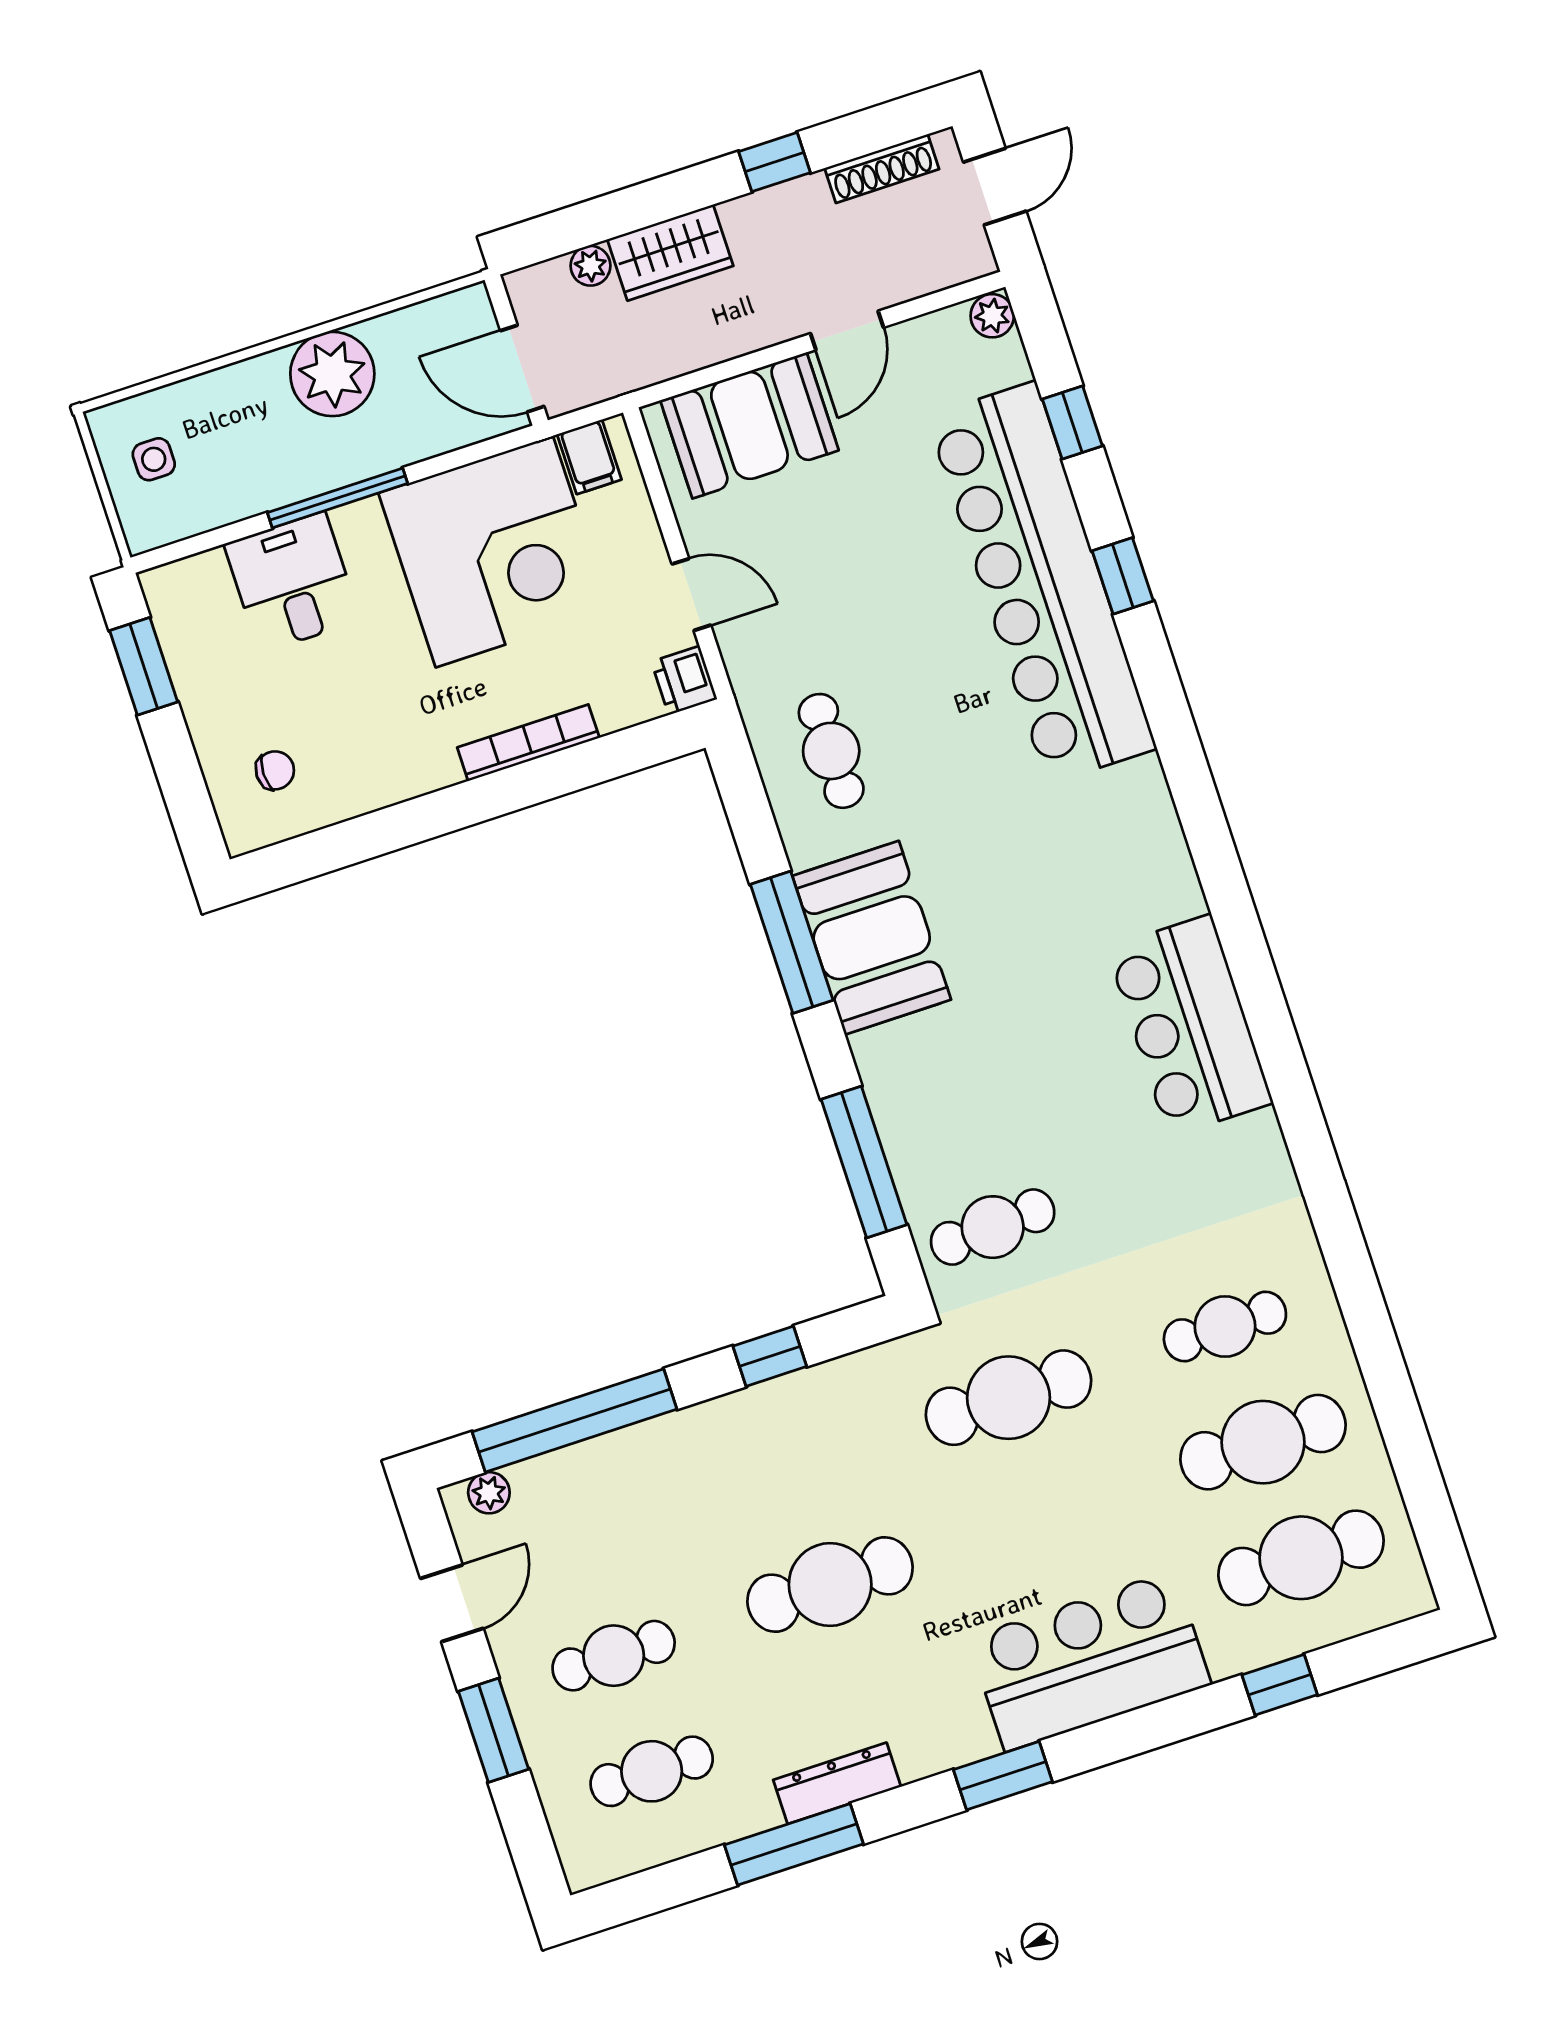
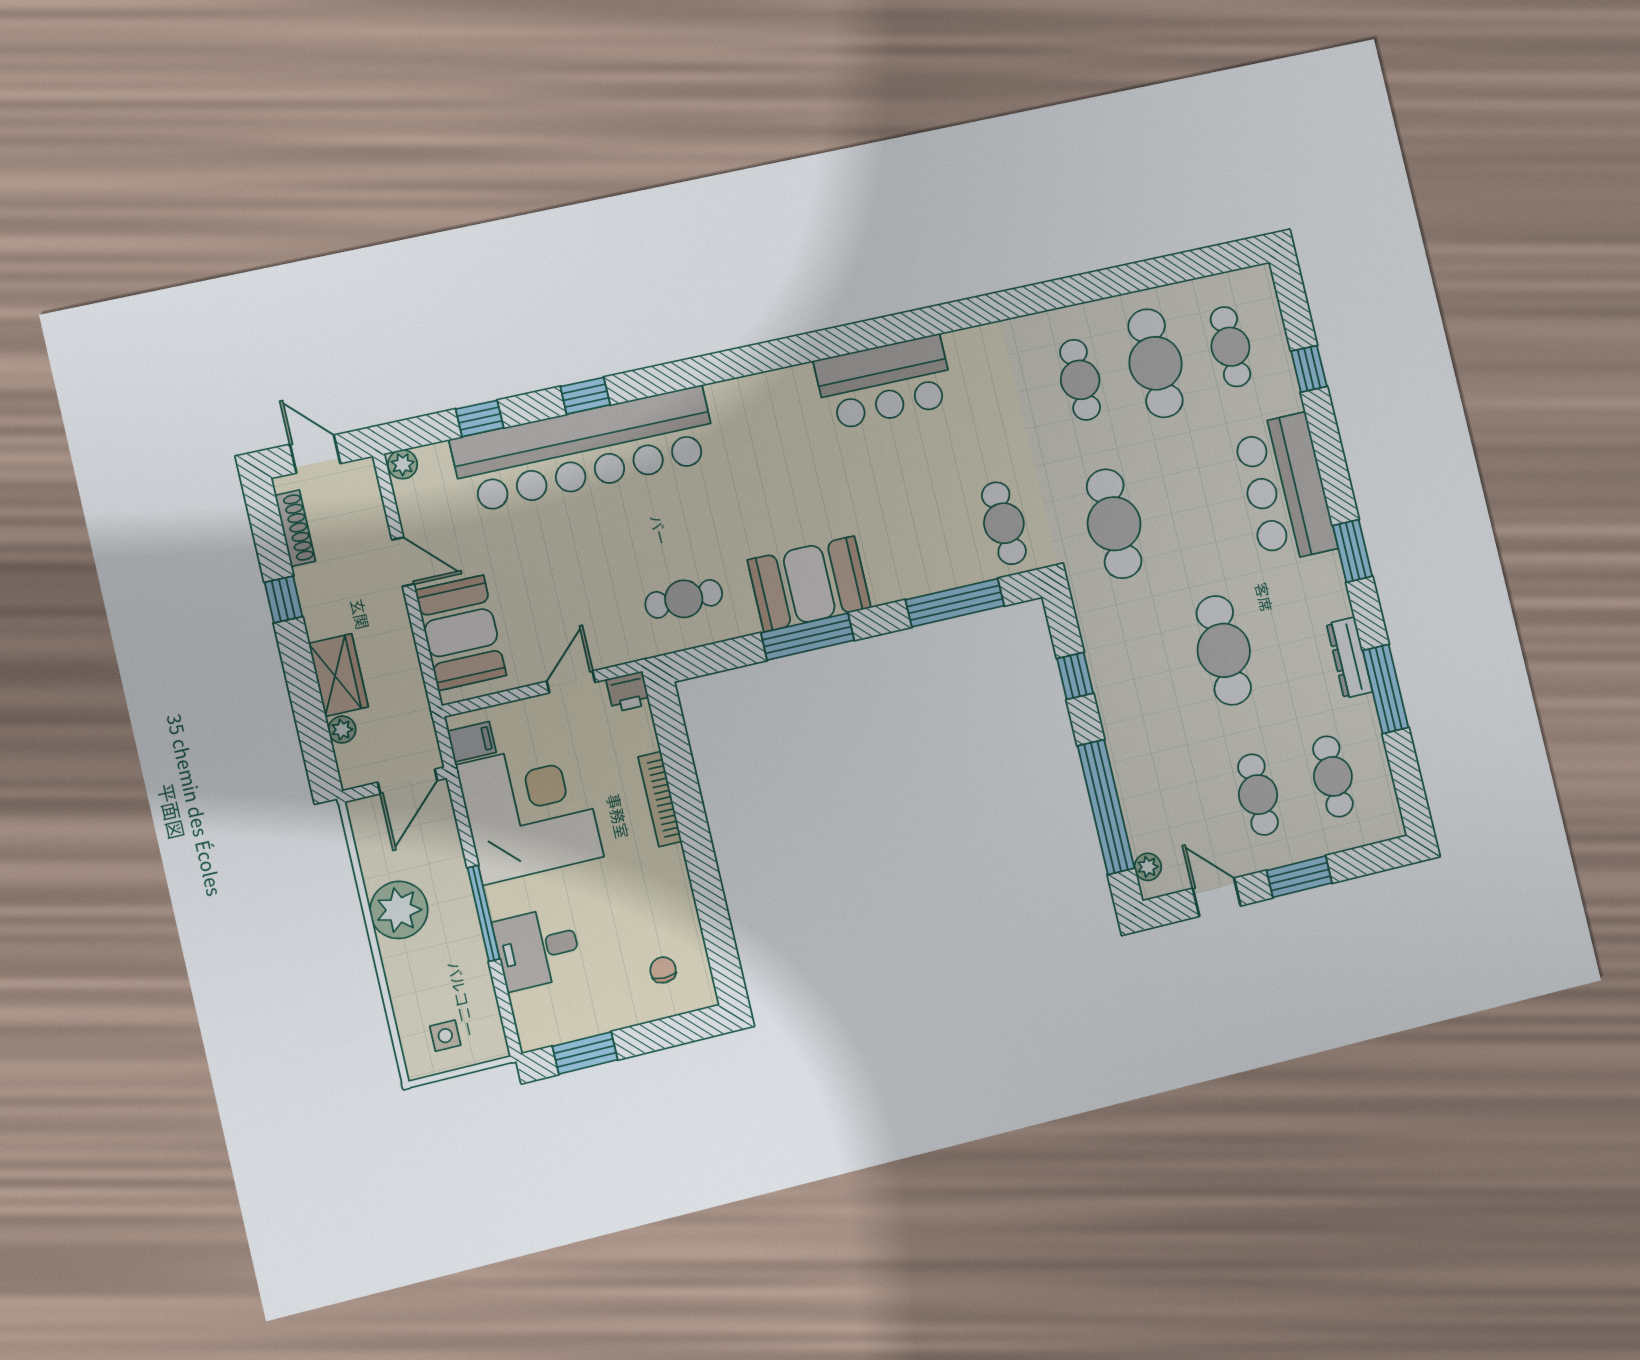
cafe table: (1301, 1558) -> (1230, 347), width x0.73, depth x0.74

